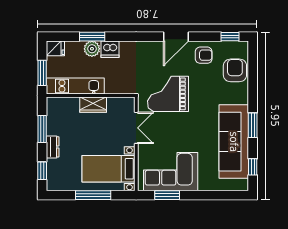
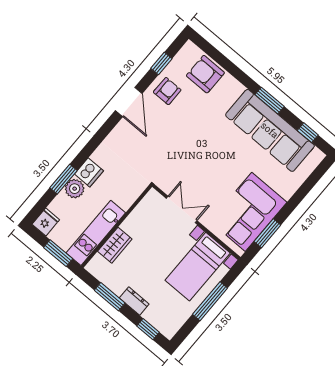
window: (230, 37) -> (161, 63), moved
grand piano: (168, 94) -> (175, 154), removed
wardrobe: (93, 105) -> (115, 245), moved

